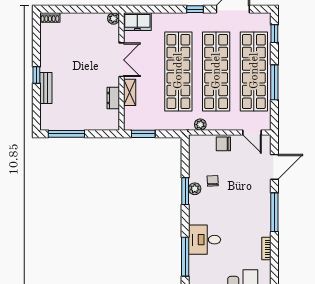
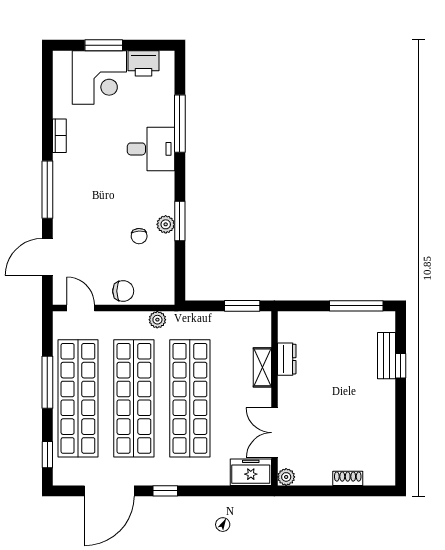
shoe rack: (50, 18) -> (348, 478), moved
double door: (121, 60) -> (274, 433), moved
window: (36, 75) -> (401, 366), moved
bench: (46, 88) -> (386, 356), moved

